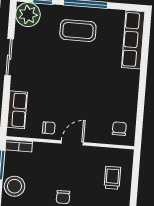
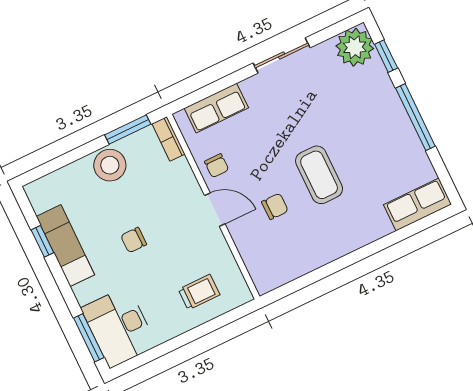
coffee table: (78, 31) -> (319, 175), moved
row of seats: (133, 40) -> (417, 204), width x0.68
chair: (119, 129) -> (275, 206), moved

